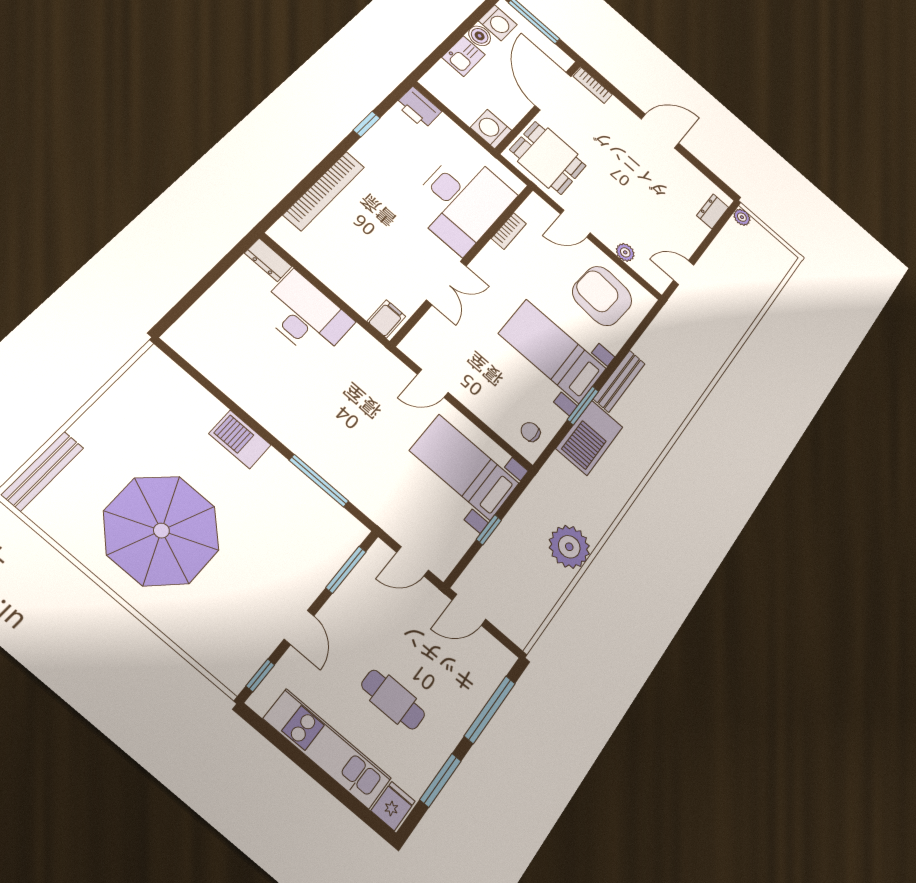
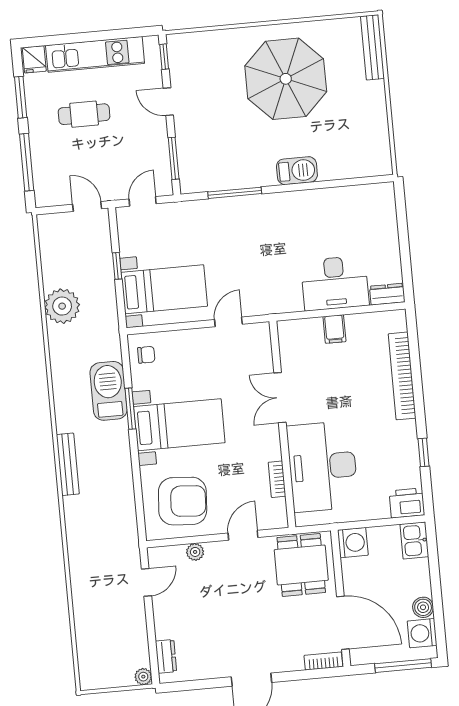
kitchen sink: (463, 56) -> (414, 540), moved
dining table: (548, 158) -> (301, 565), turned 90
filing cabinet: (386, 319) -> (334, 329), moved
bench: (619, 381) -> (68, 464), moved
door: (469, 610) -> (87, 206), hinge flipped

